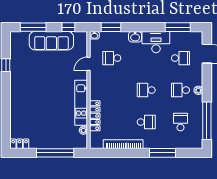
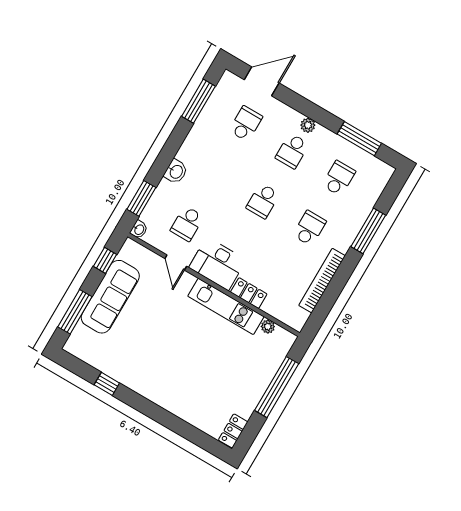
desk: (156, 42) -> (217, 264), moved, turned -90
locker: (95, 116) -> (249, 293), width x0.66
window: (207, 121) -> (359, 139), width x0.68
school desk: (180, 122) -> (339, 178), turned 90

